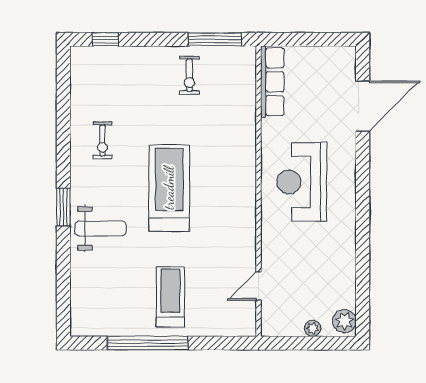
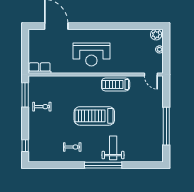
row of seats: (272, 82) -> (40, 68), width x0.68
window: (63, 207) -> (103, 165), width x2.11
door: (259, 286) -> (151, 75), moved
treadmill: (170, 297) -> (116, 84), moved

